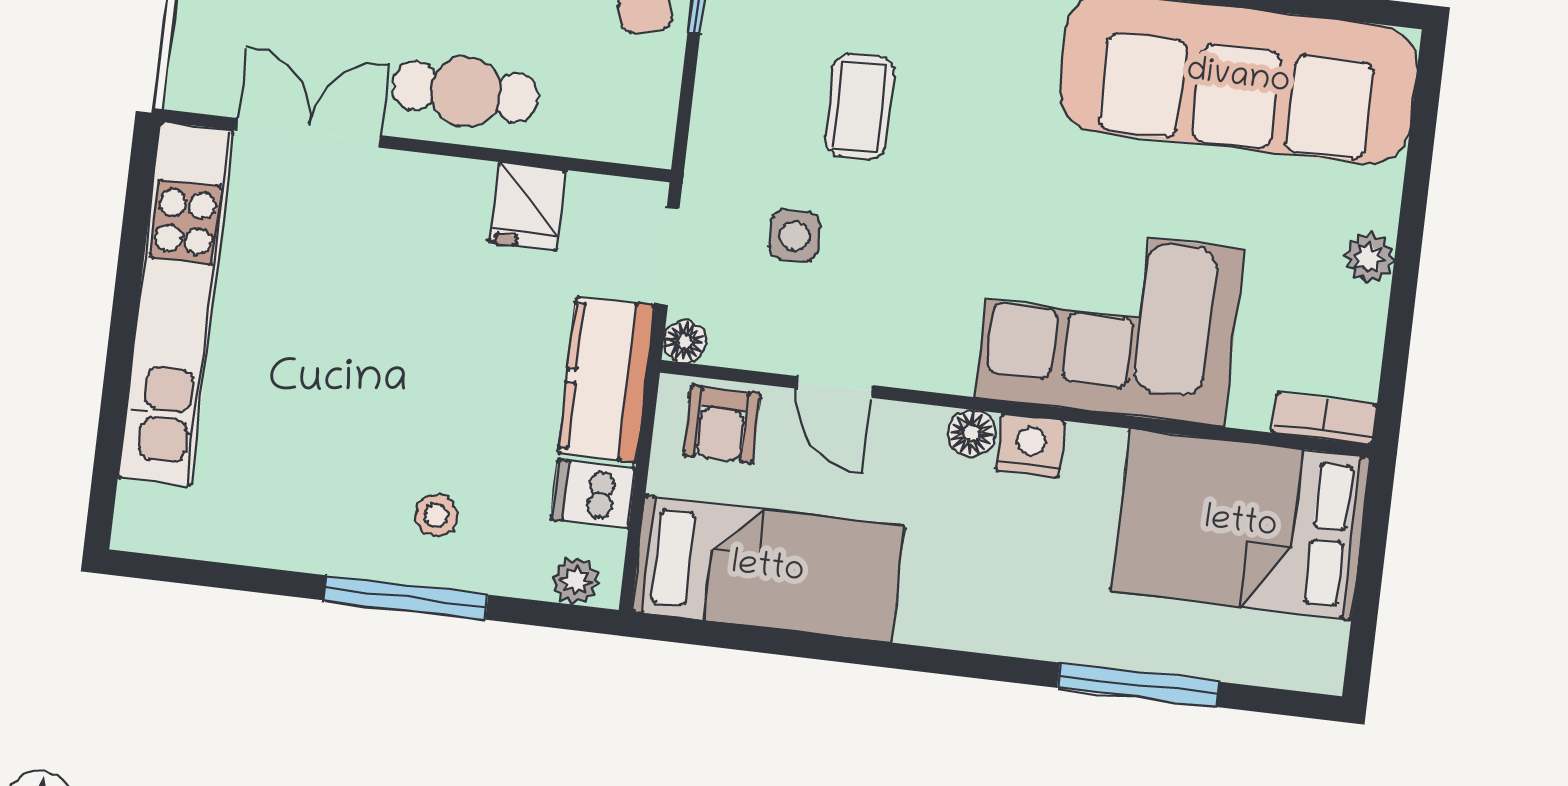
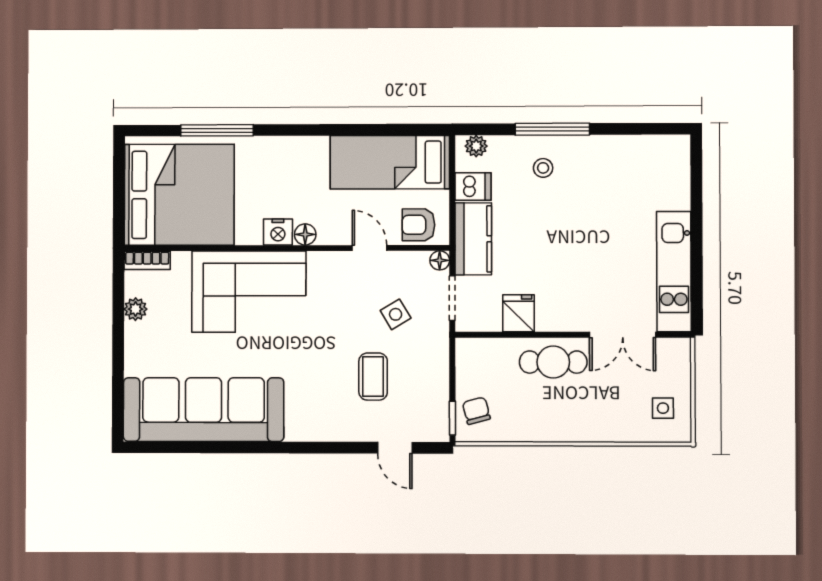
side table: (795, 236) -> (396, 314), turned -31
plant: (1369, 258) -> (135, 309), moved
kitchen unit: (176, 304) -> (674, 272), width x0.73
armchair: (722, 424) -> (418, 225), turned -90
bed: (1241, 524) -> (179, 195), width x1.36

